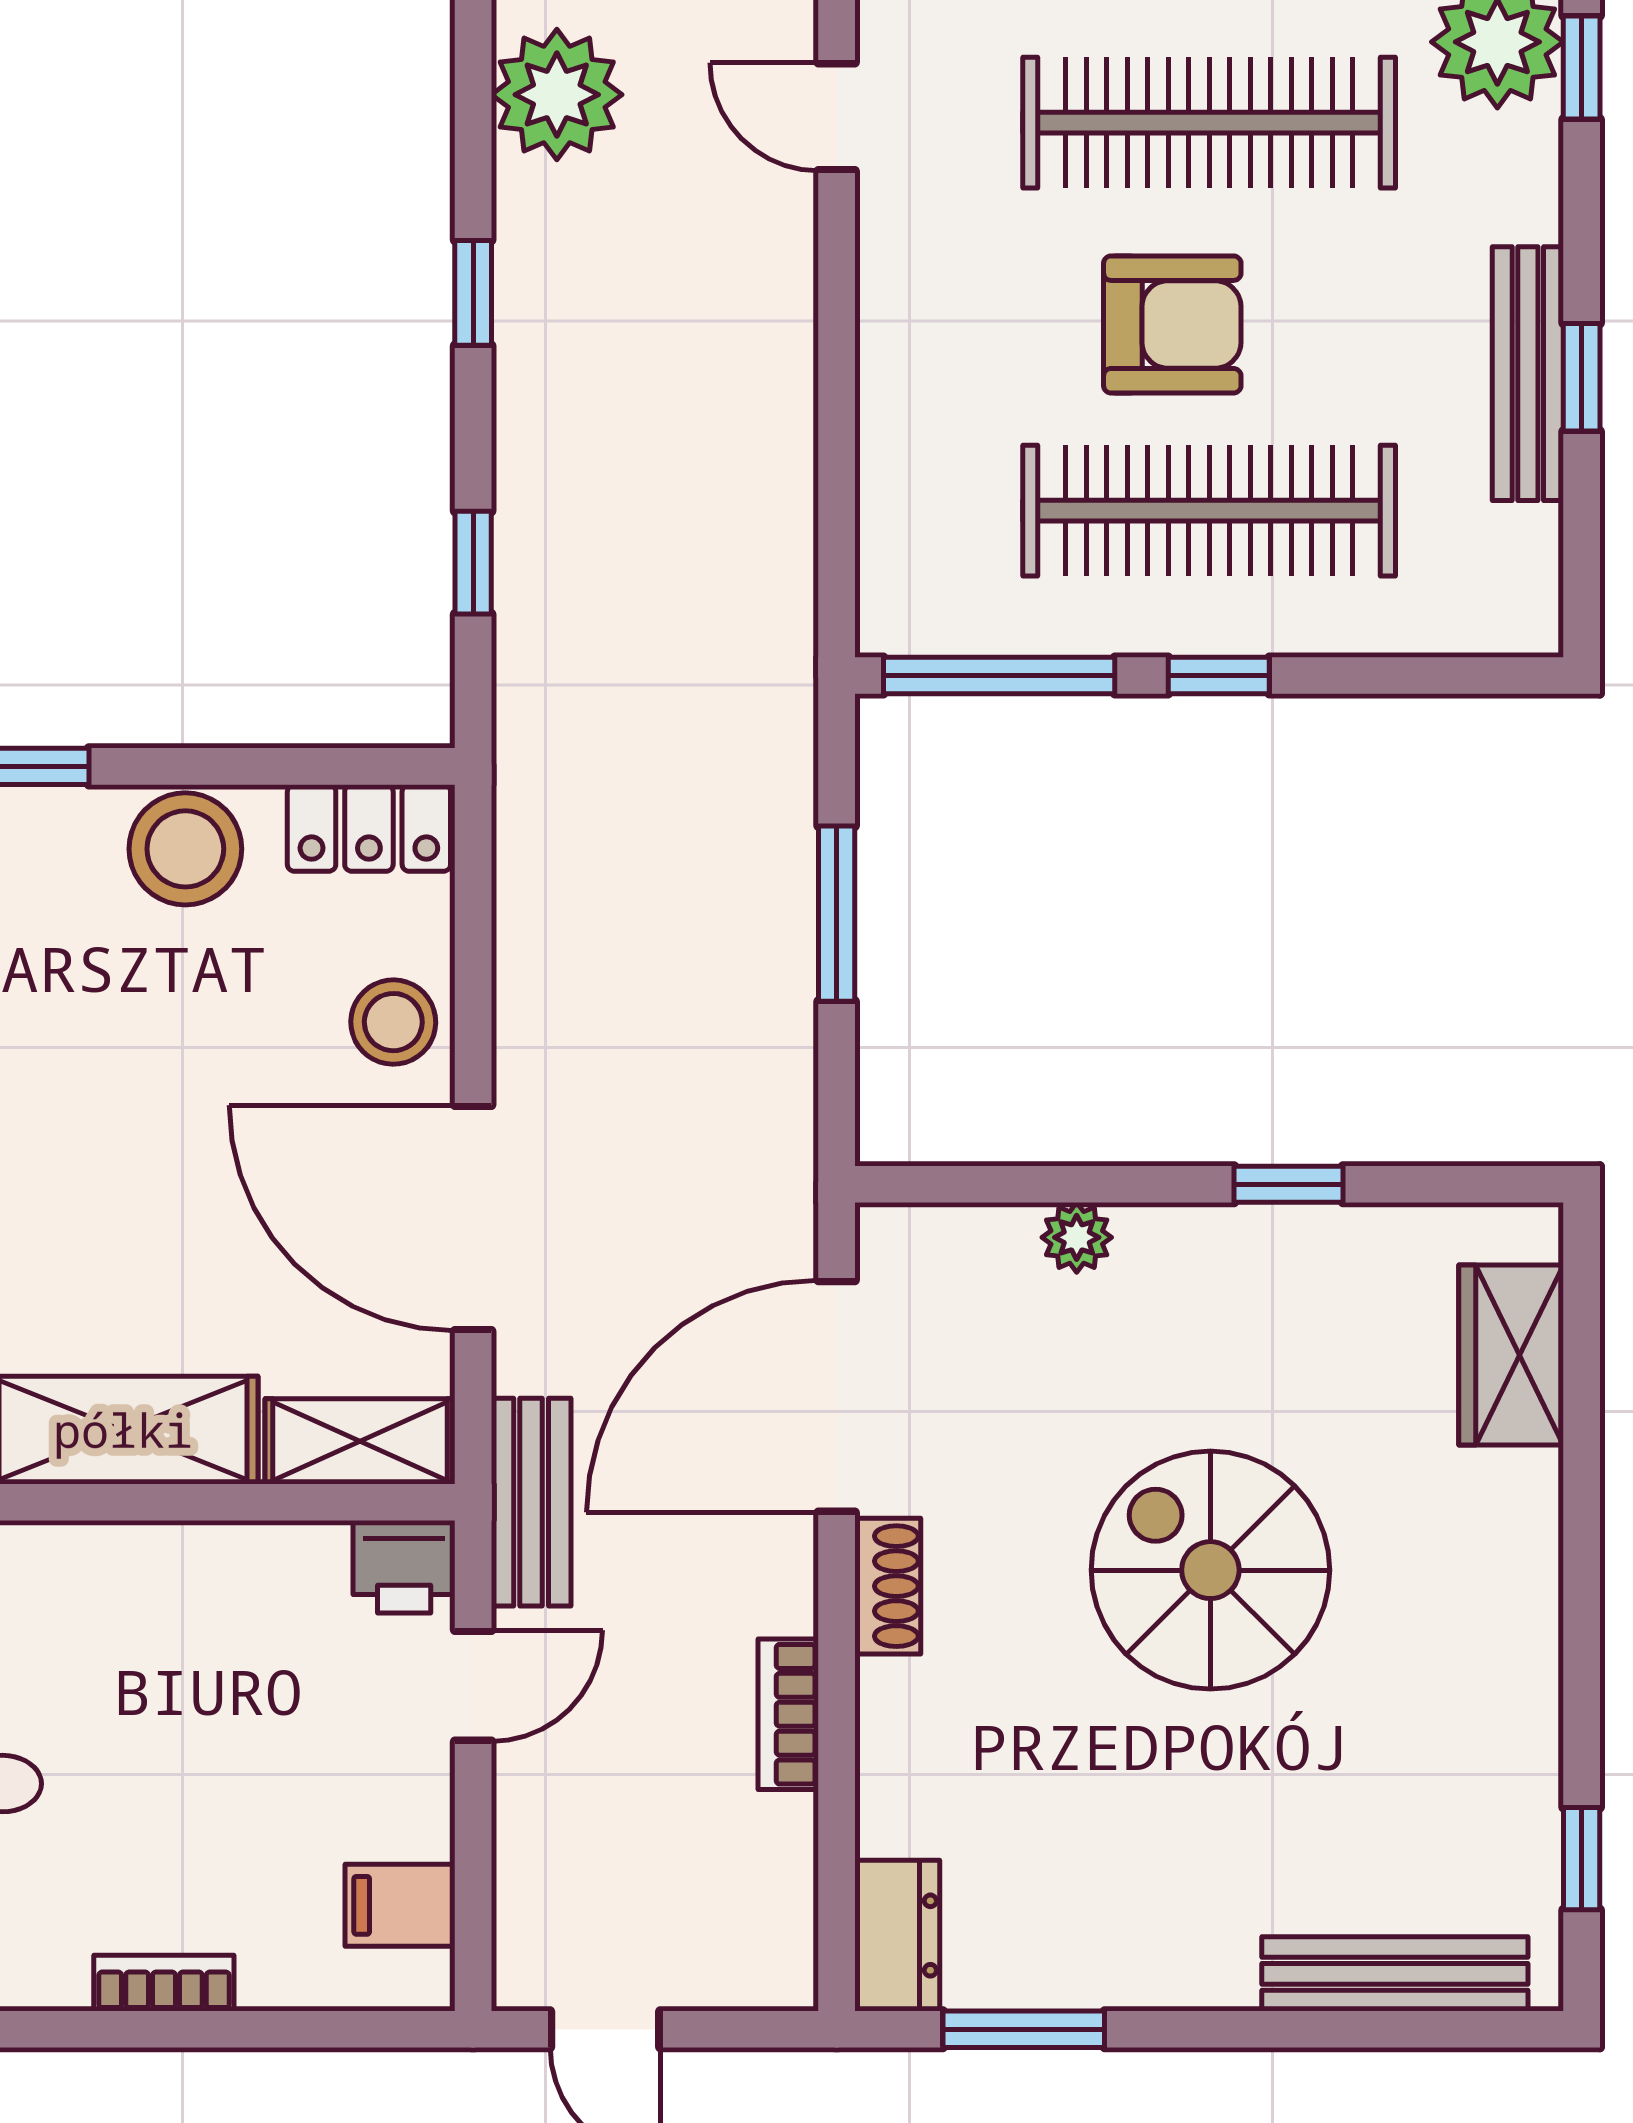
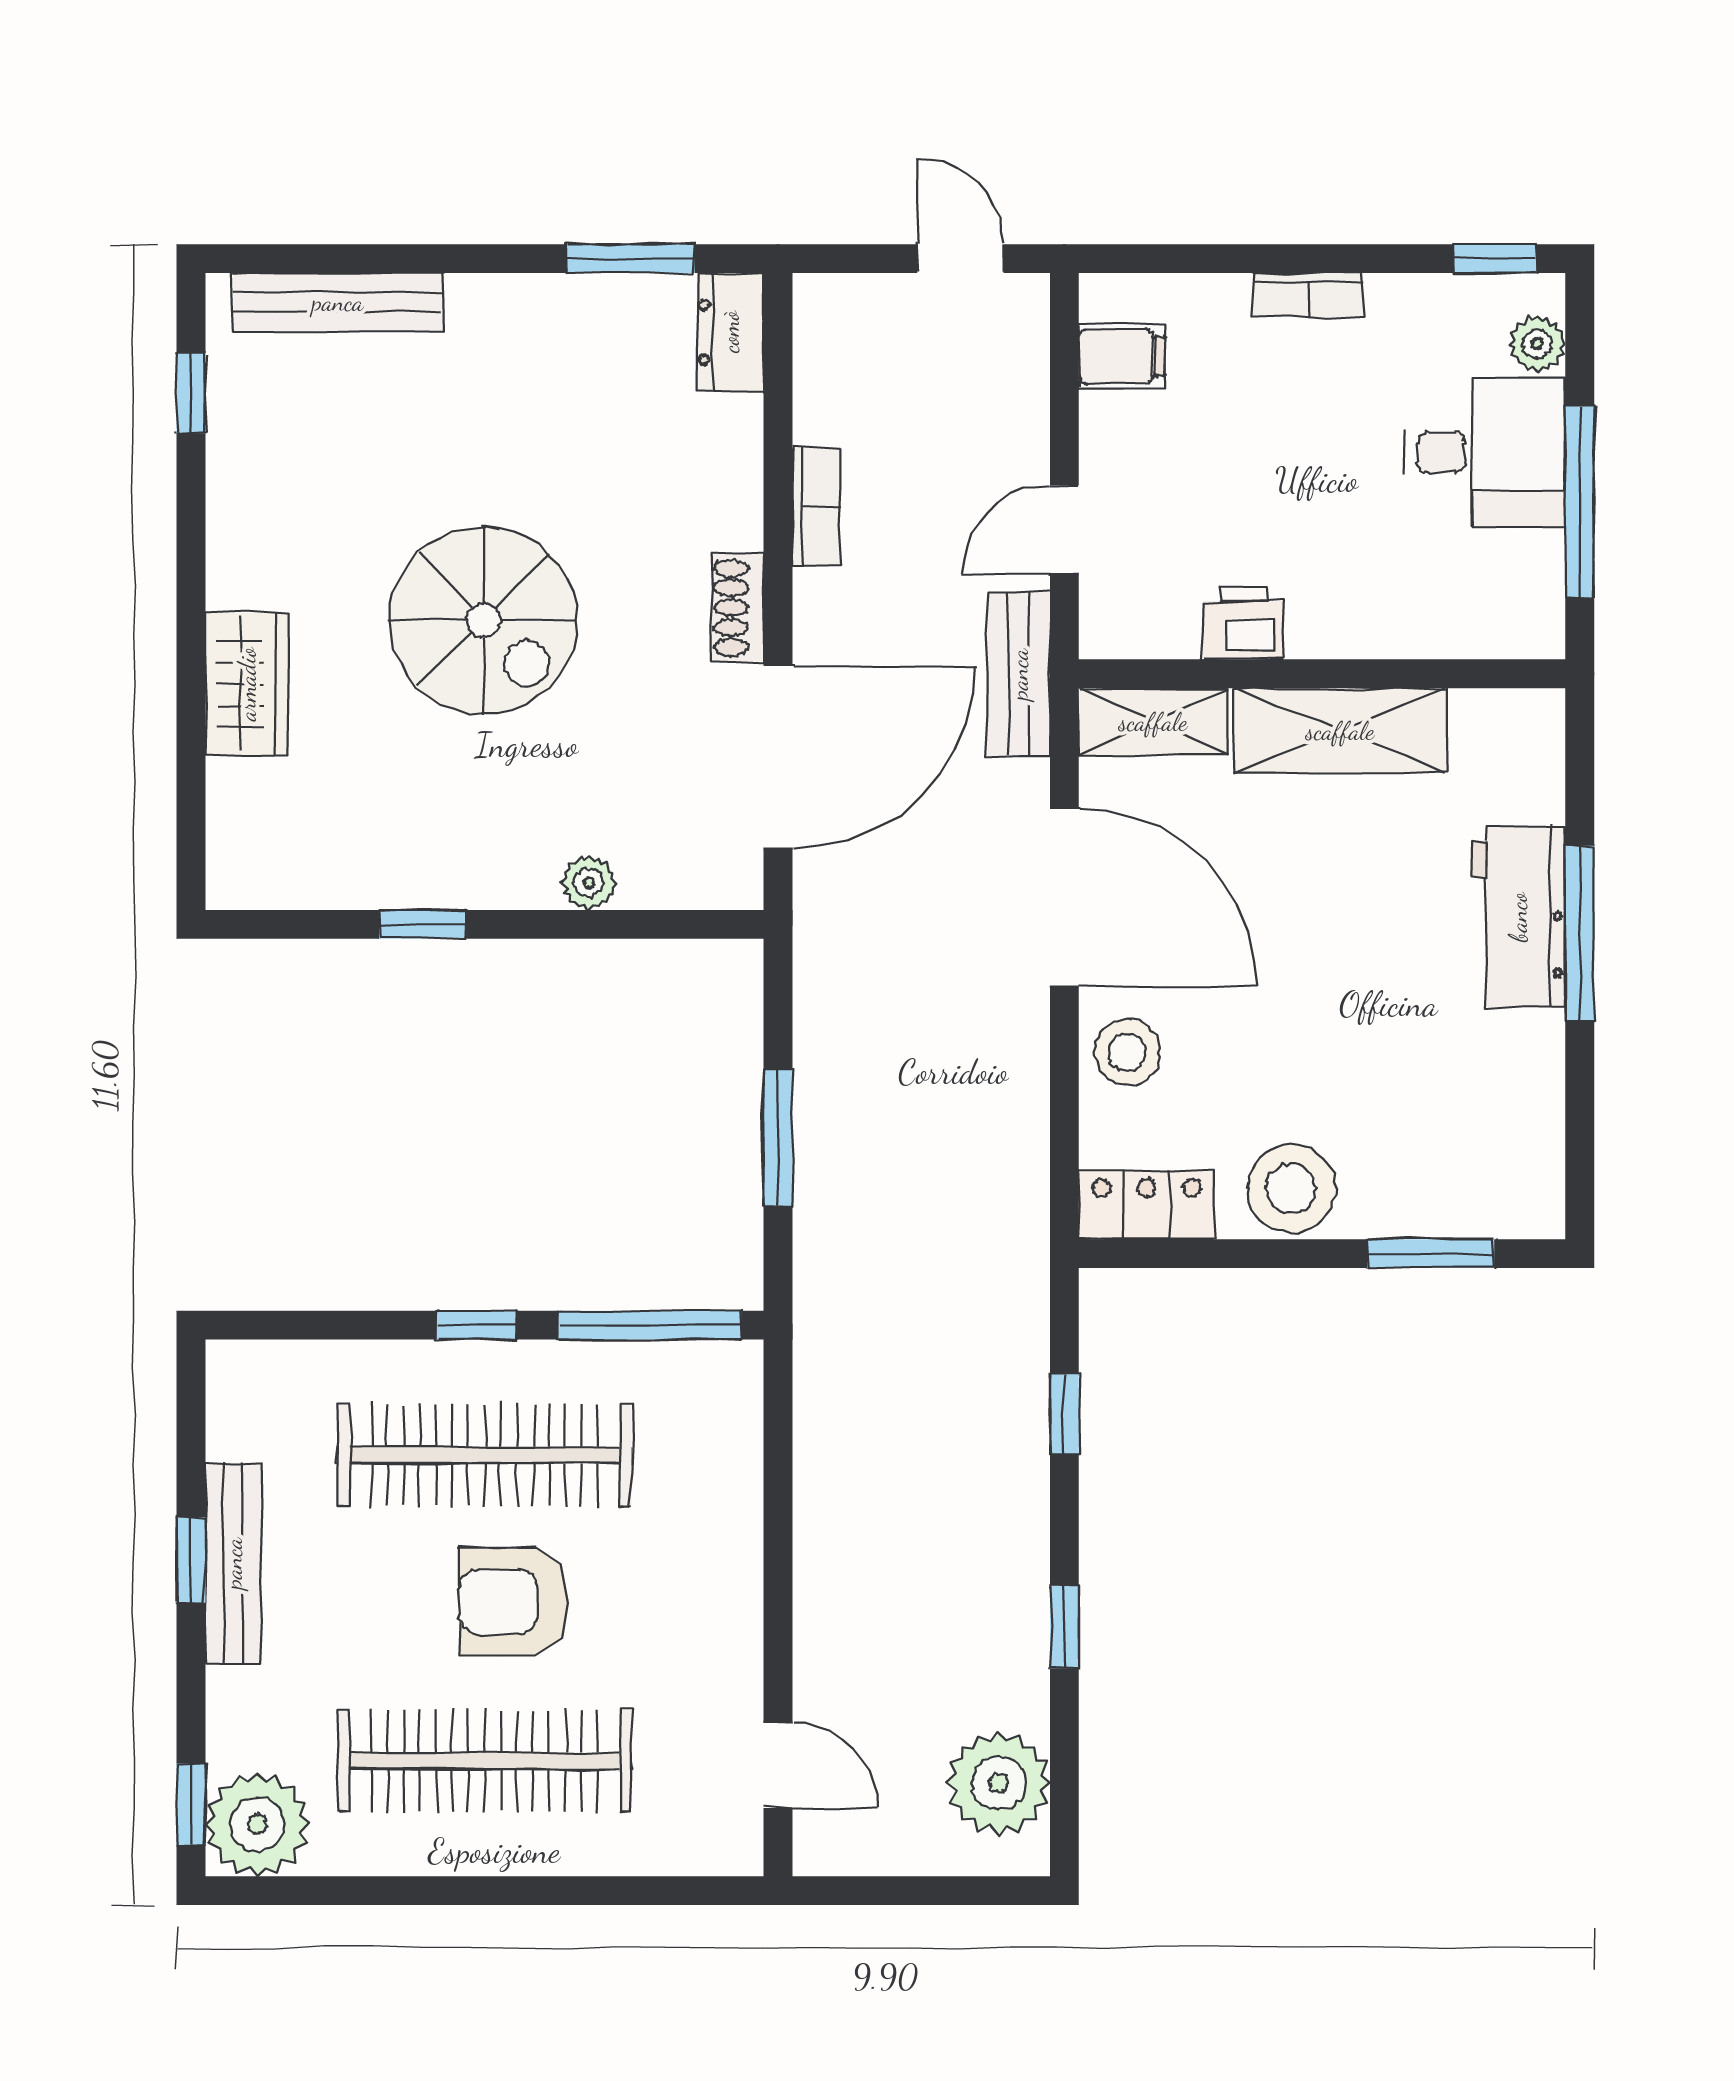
wardrobe: (1511, 1355) -> (247, 684), moved
printer: (404, 1567) -> (1243, 623), moved

